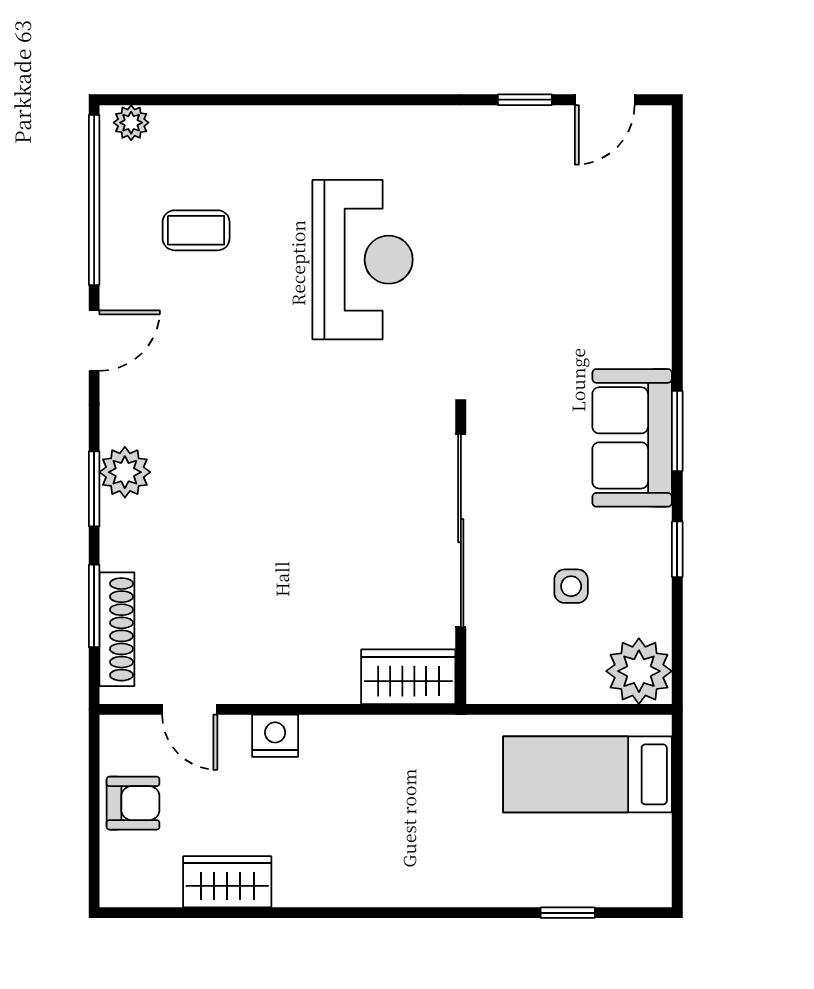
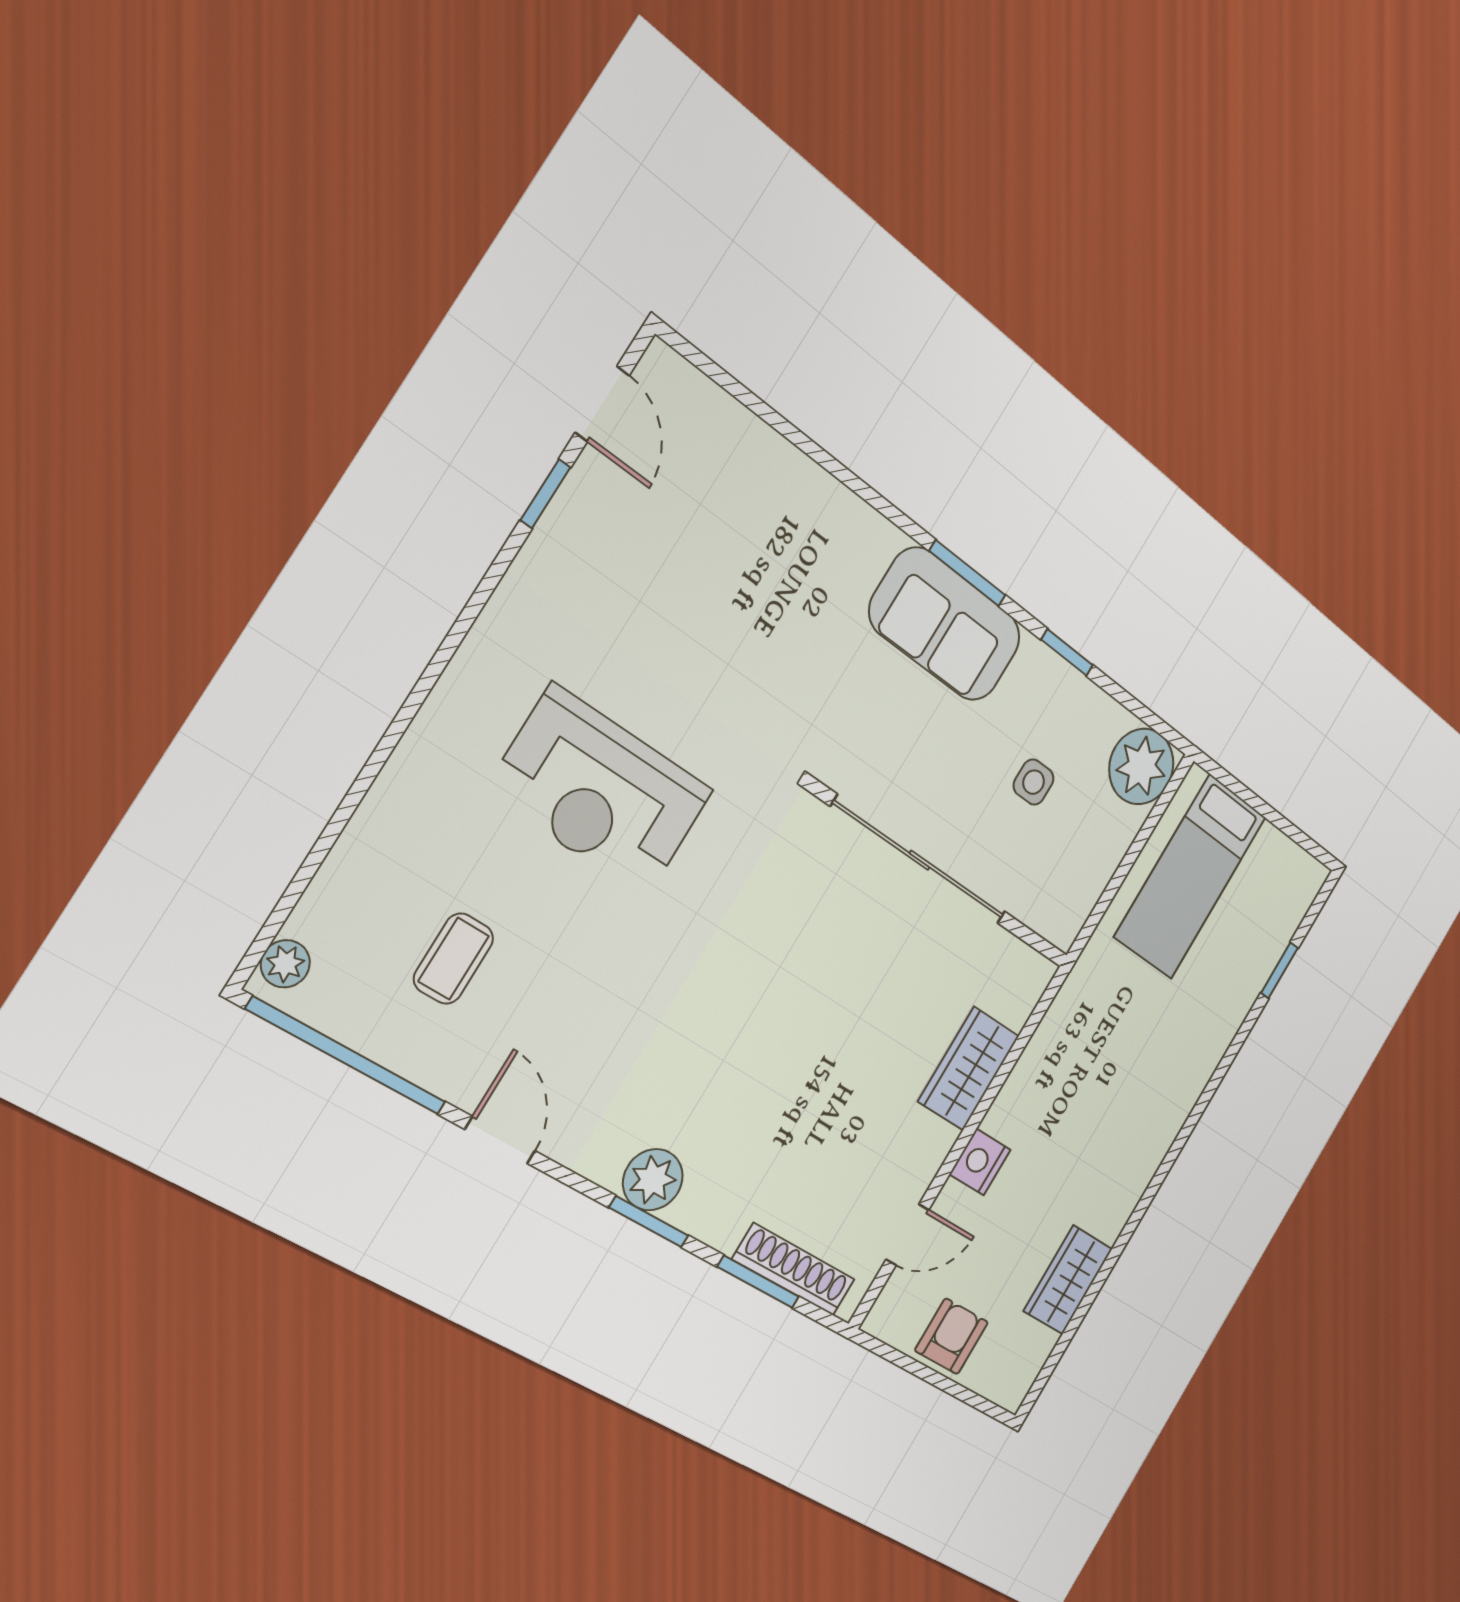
reception desk: (363, 260) -> (600, 791), turned 180
wardrobe: (408, 677) -> (969, 1069), moved

